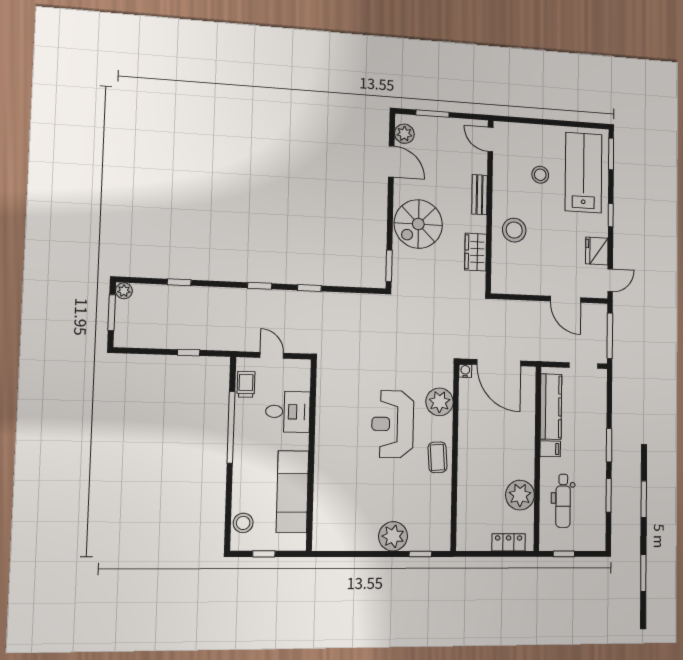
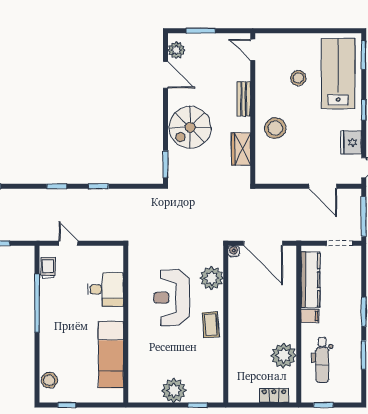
desk: (288, 412) -> (105, 289), moved
wall: (311, 455) -> (126, 324), moved
exam couch: (292, 492) -> (111, 355), moved

